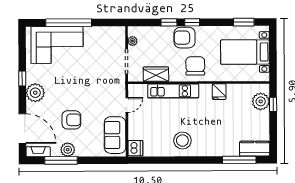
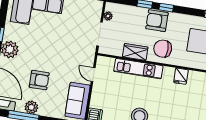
chair: (195, 66) -> (163, 49), turned -90
wardrobe: (156, 74) -> (135, 52), moved
door: (127, 105) -> (93, 75), swing flipped

